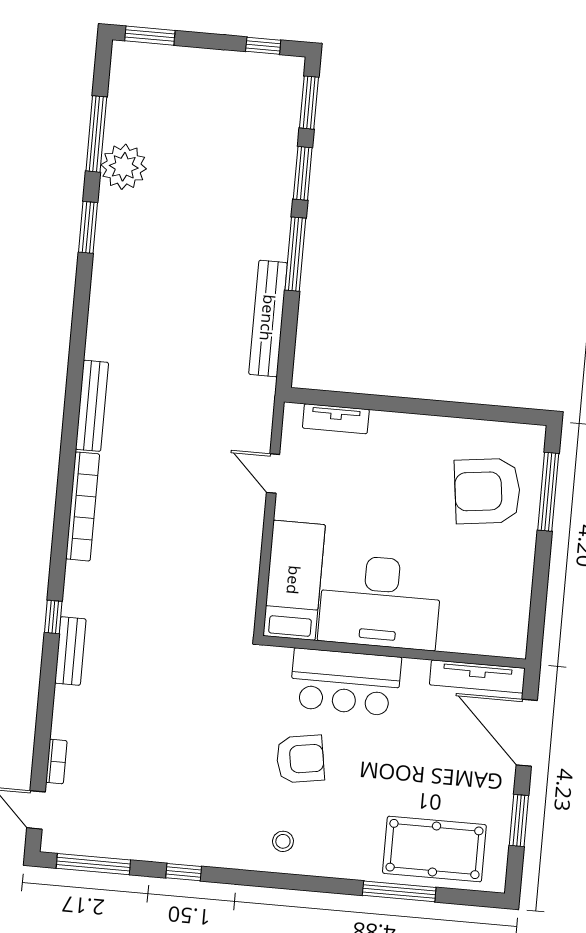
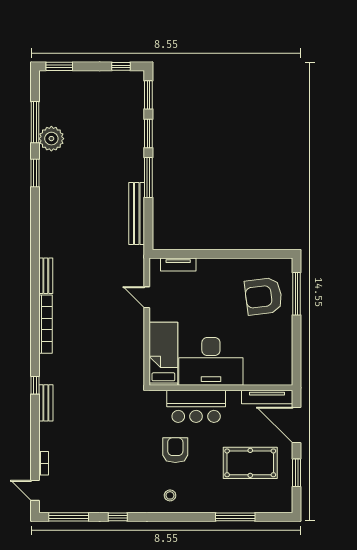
bench: (92, 406) -> (46, 276), width x0.73
armchair: (300, 759) -> (175, 450), turned -81
pool table: (434, 849) -> (250, 463), moved

